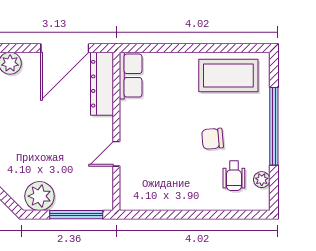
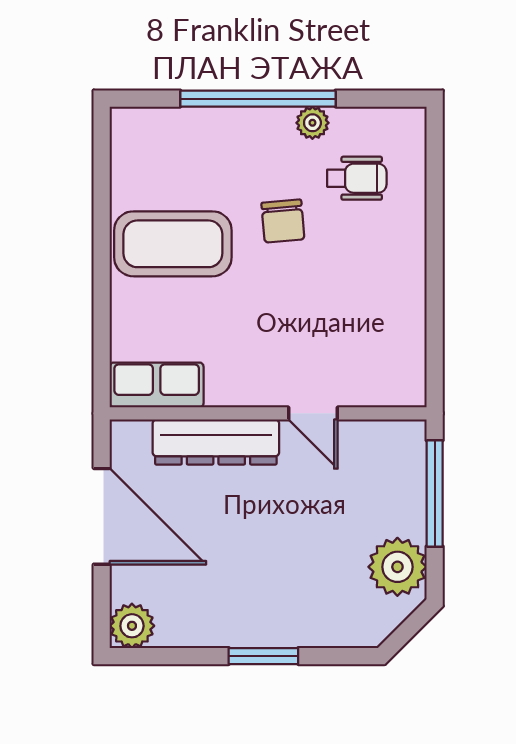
coffee table: (228, 75) -> (173, 244), moved, turned 90
dresser: (102, 84) -> (216, 442), moved
plant: (262, 180) -> (312, 123), moved

